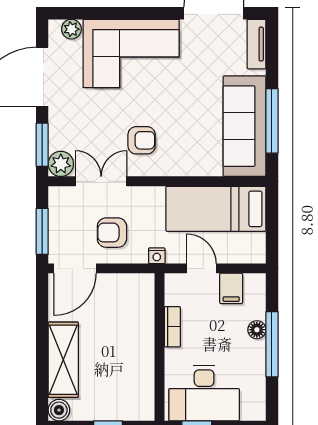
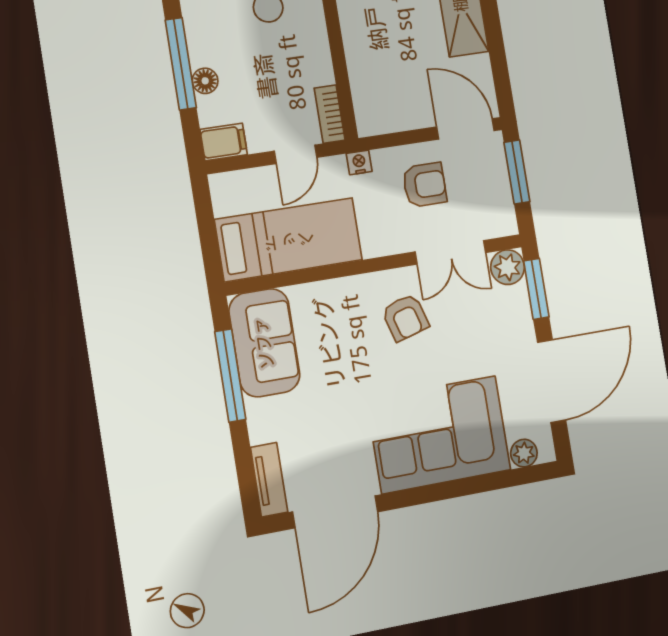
sofa: (245, 126) -> (264, 343), width x0.73
armchair: (142, 140) -> (405, 318), turned -106
door: (75, 268) -> (465, 129), hinge flipped
door: (201, 268) -> (296, 154), hinge flipped
filing cabinet: (231, 288) -> (224, 142), moved, turned 90
bookcase: (172, 327) -> (330, 114), moved

